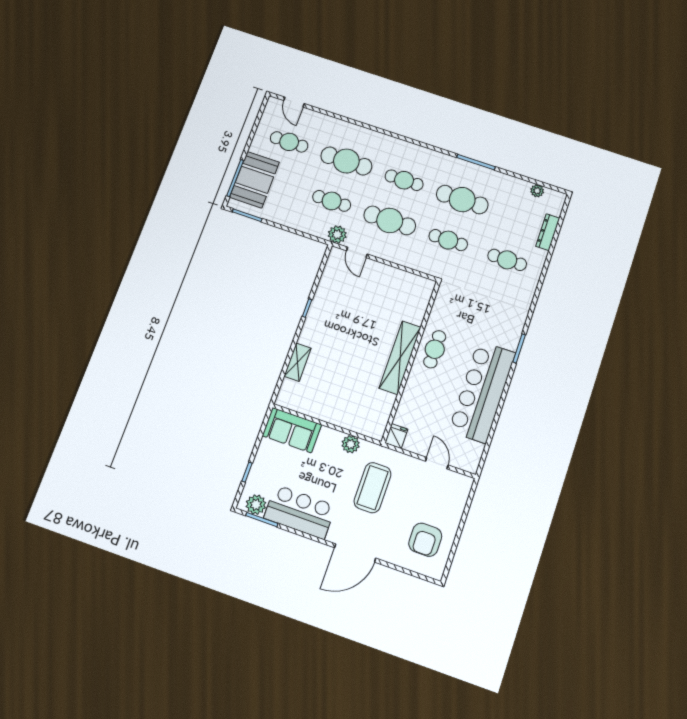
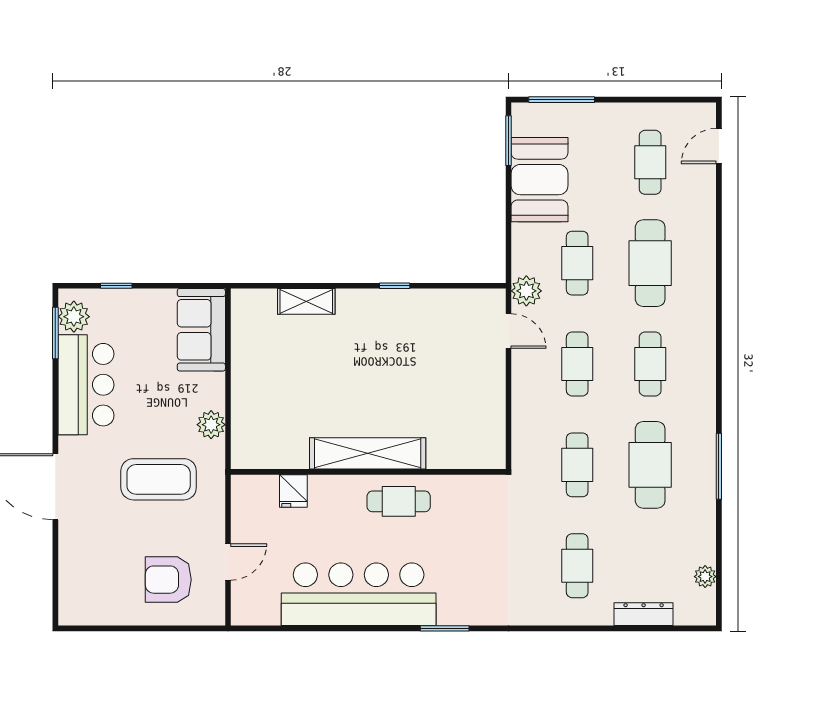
booth: (254, 180) -> (539, 180), moved, turned 90
cafe table: (390, 220) -> (577, 364), width x0.73, depth x0.74
door: (357, 252) -> (508, 331), swing flipped
fridge: (396, 436) -> (293, 491), moved, turned 90
armchair: (425, 540) -> (168, 580), moved

